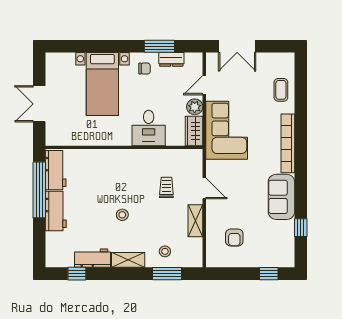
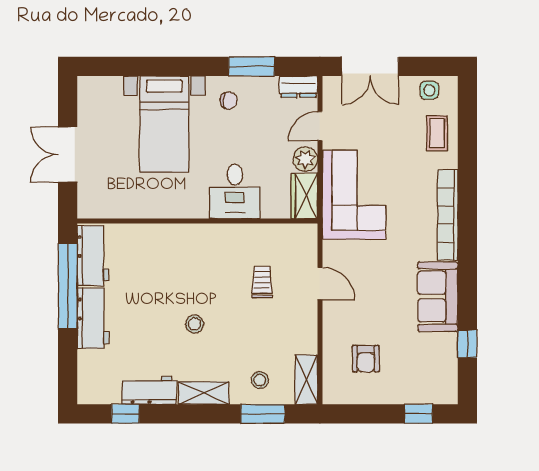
dresser: (171, 59) -> (299, 87), moved
side table: (276, 62) -> (429, 90), added
shelving: (195, 221) -> (306, 380), moved

